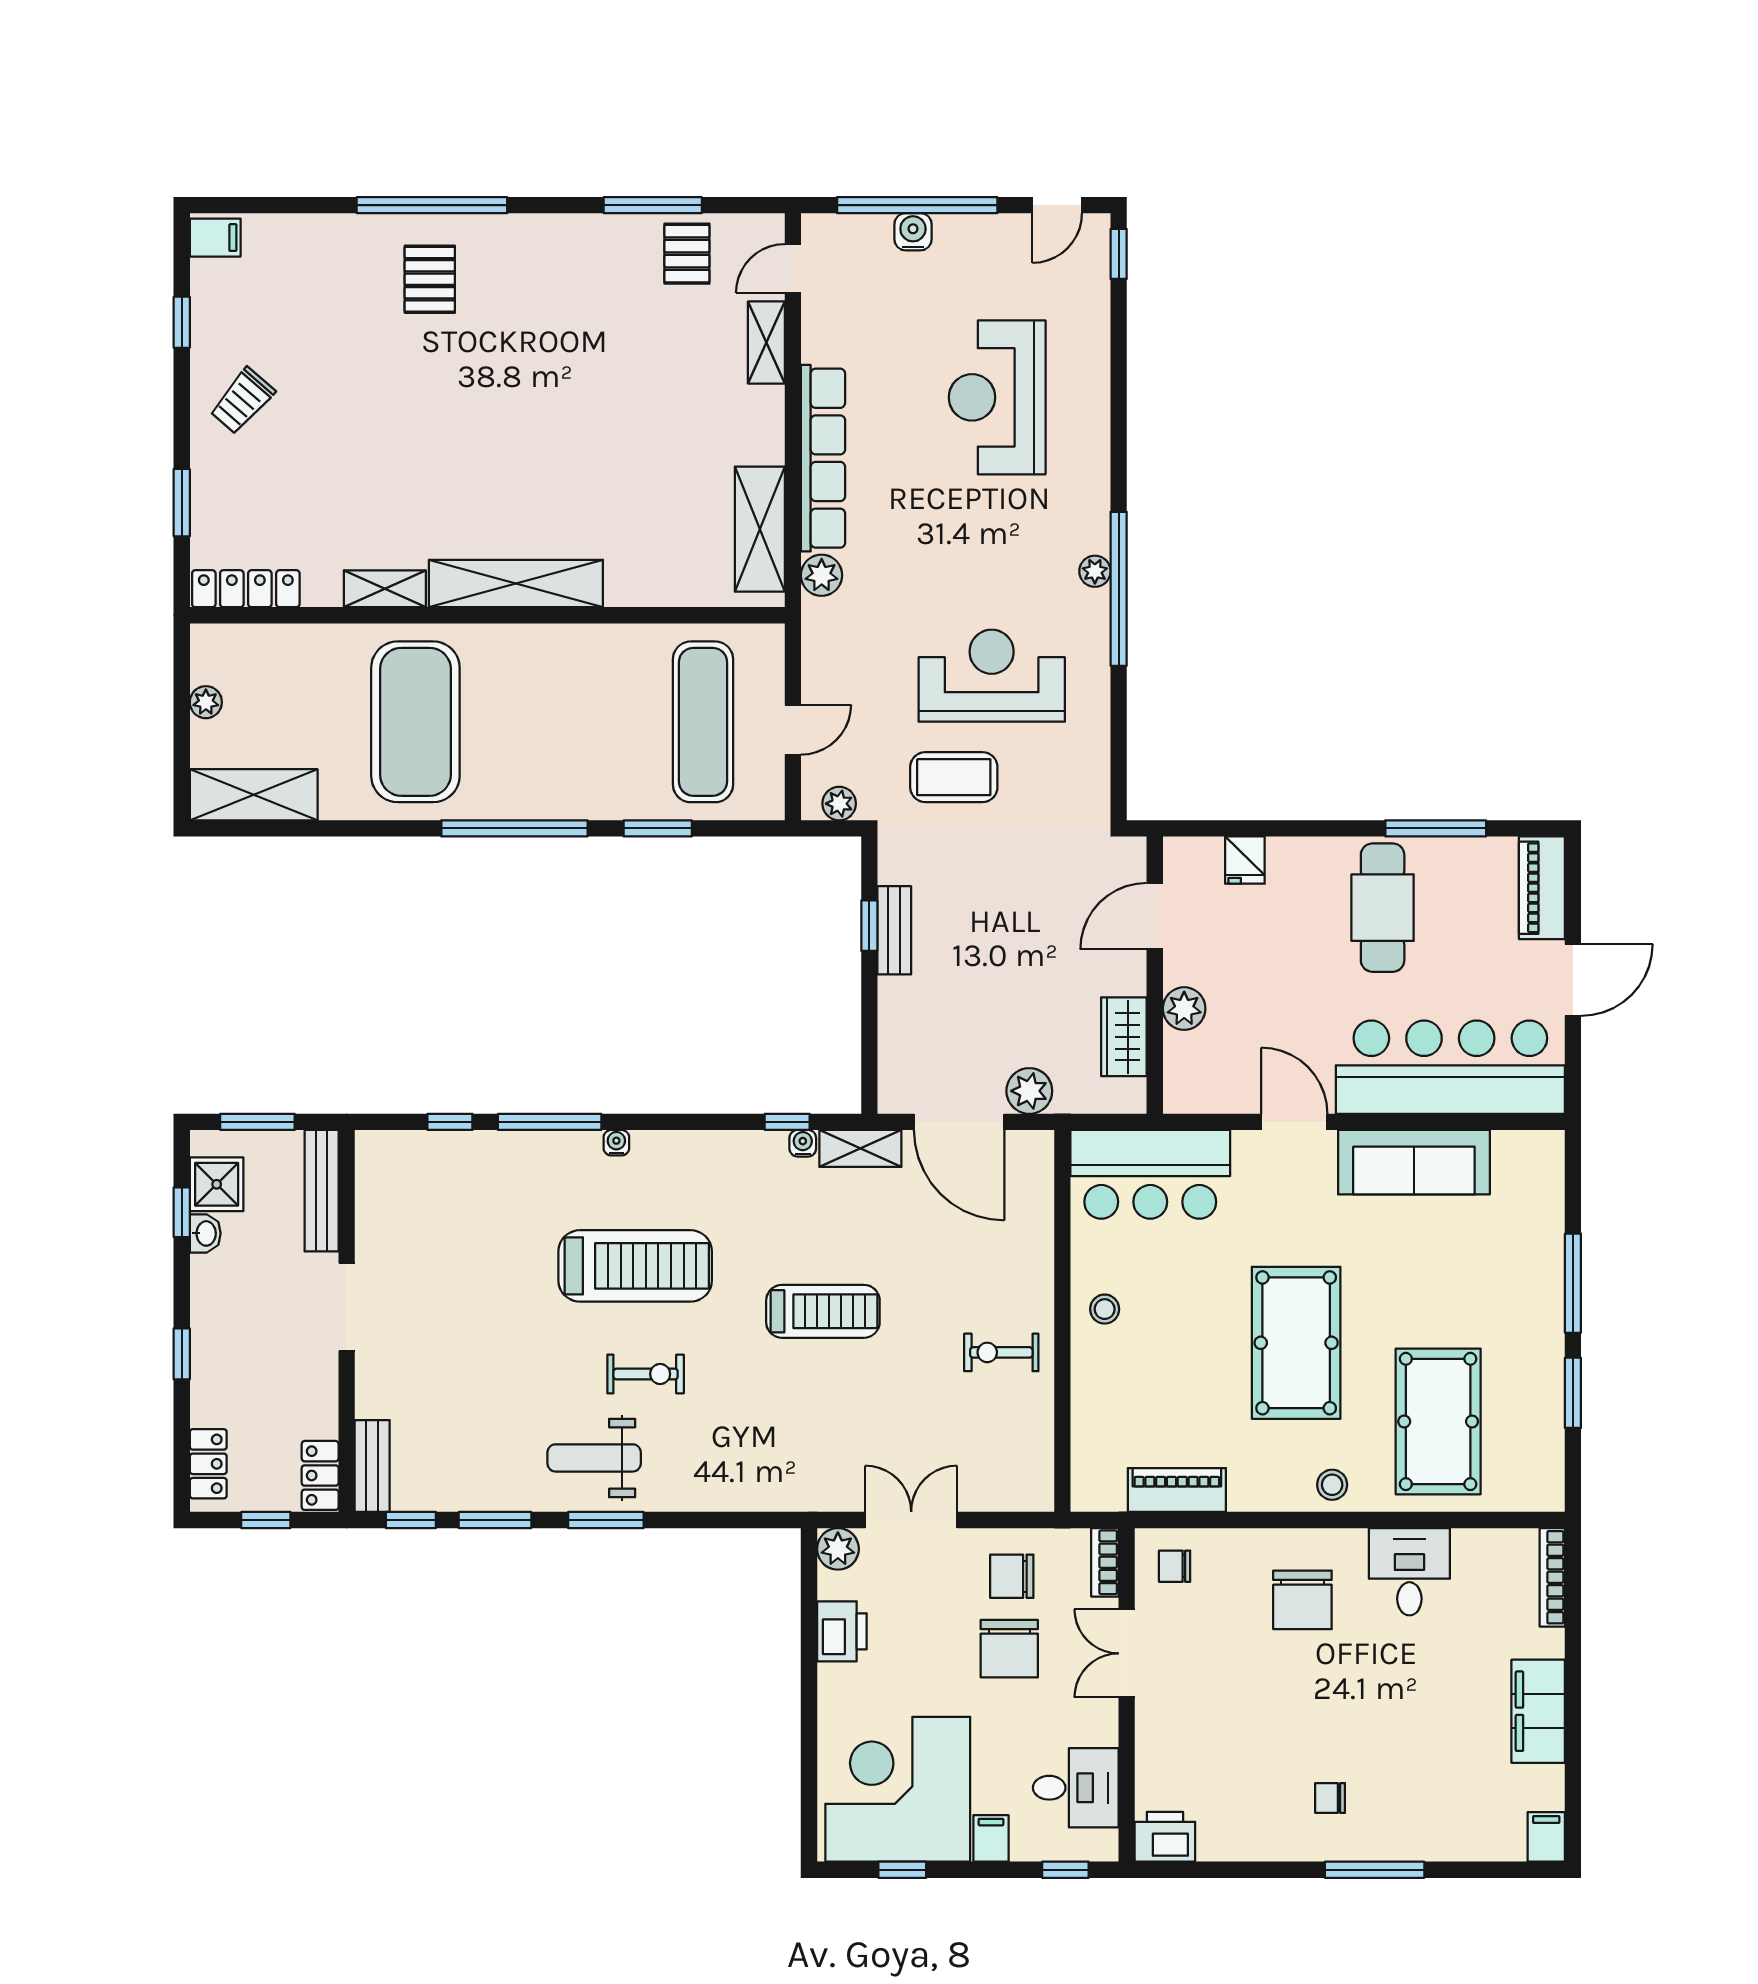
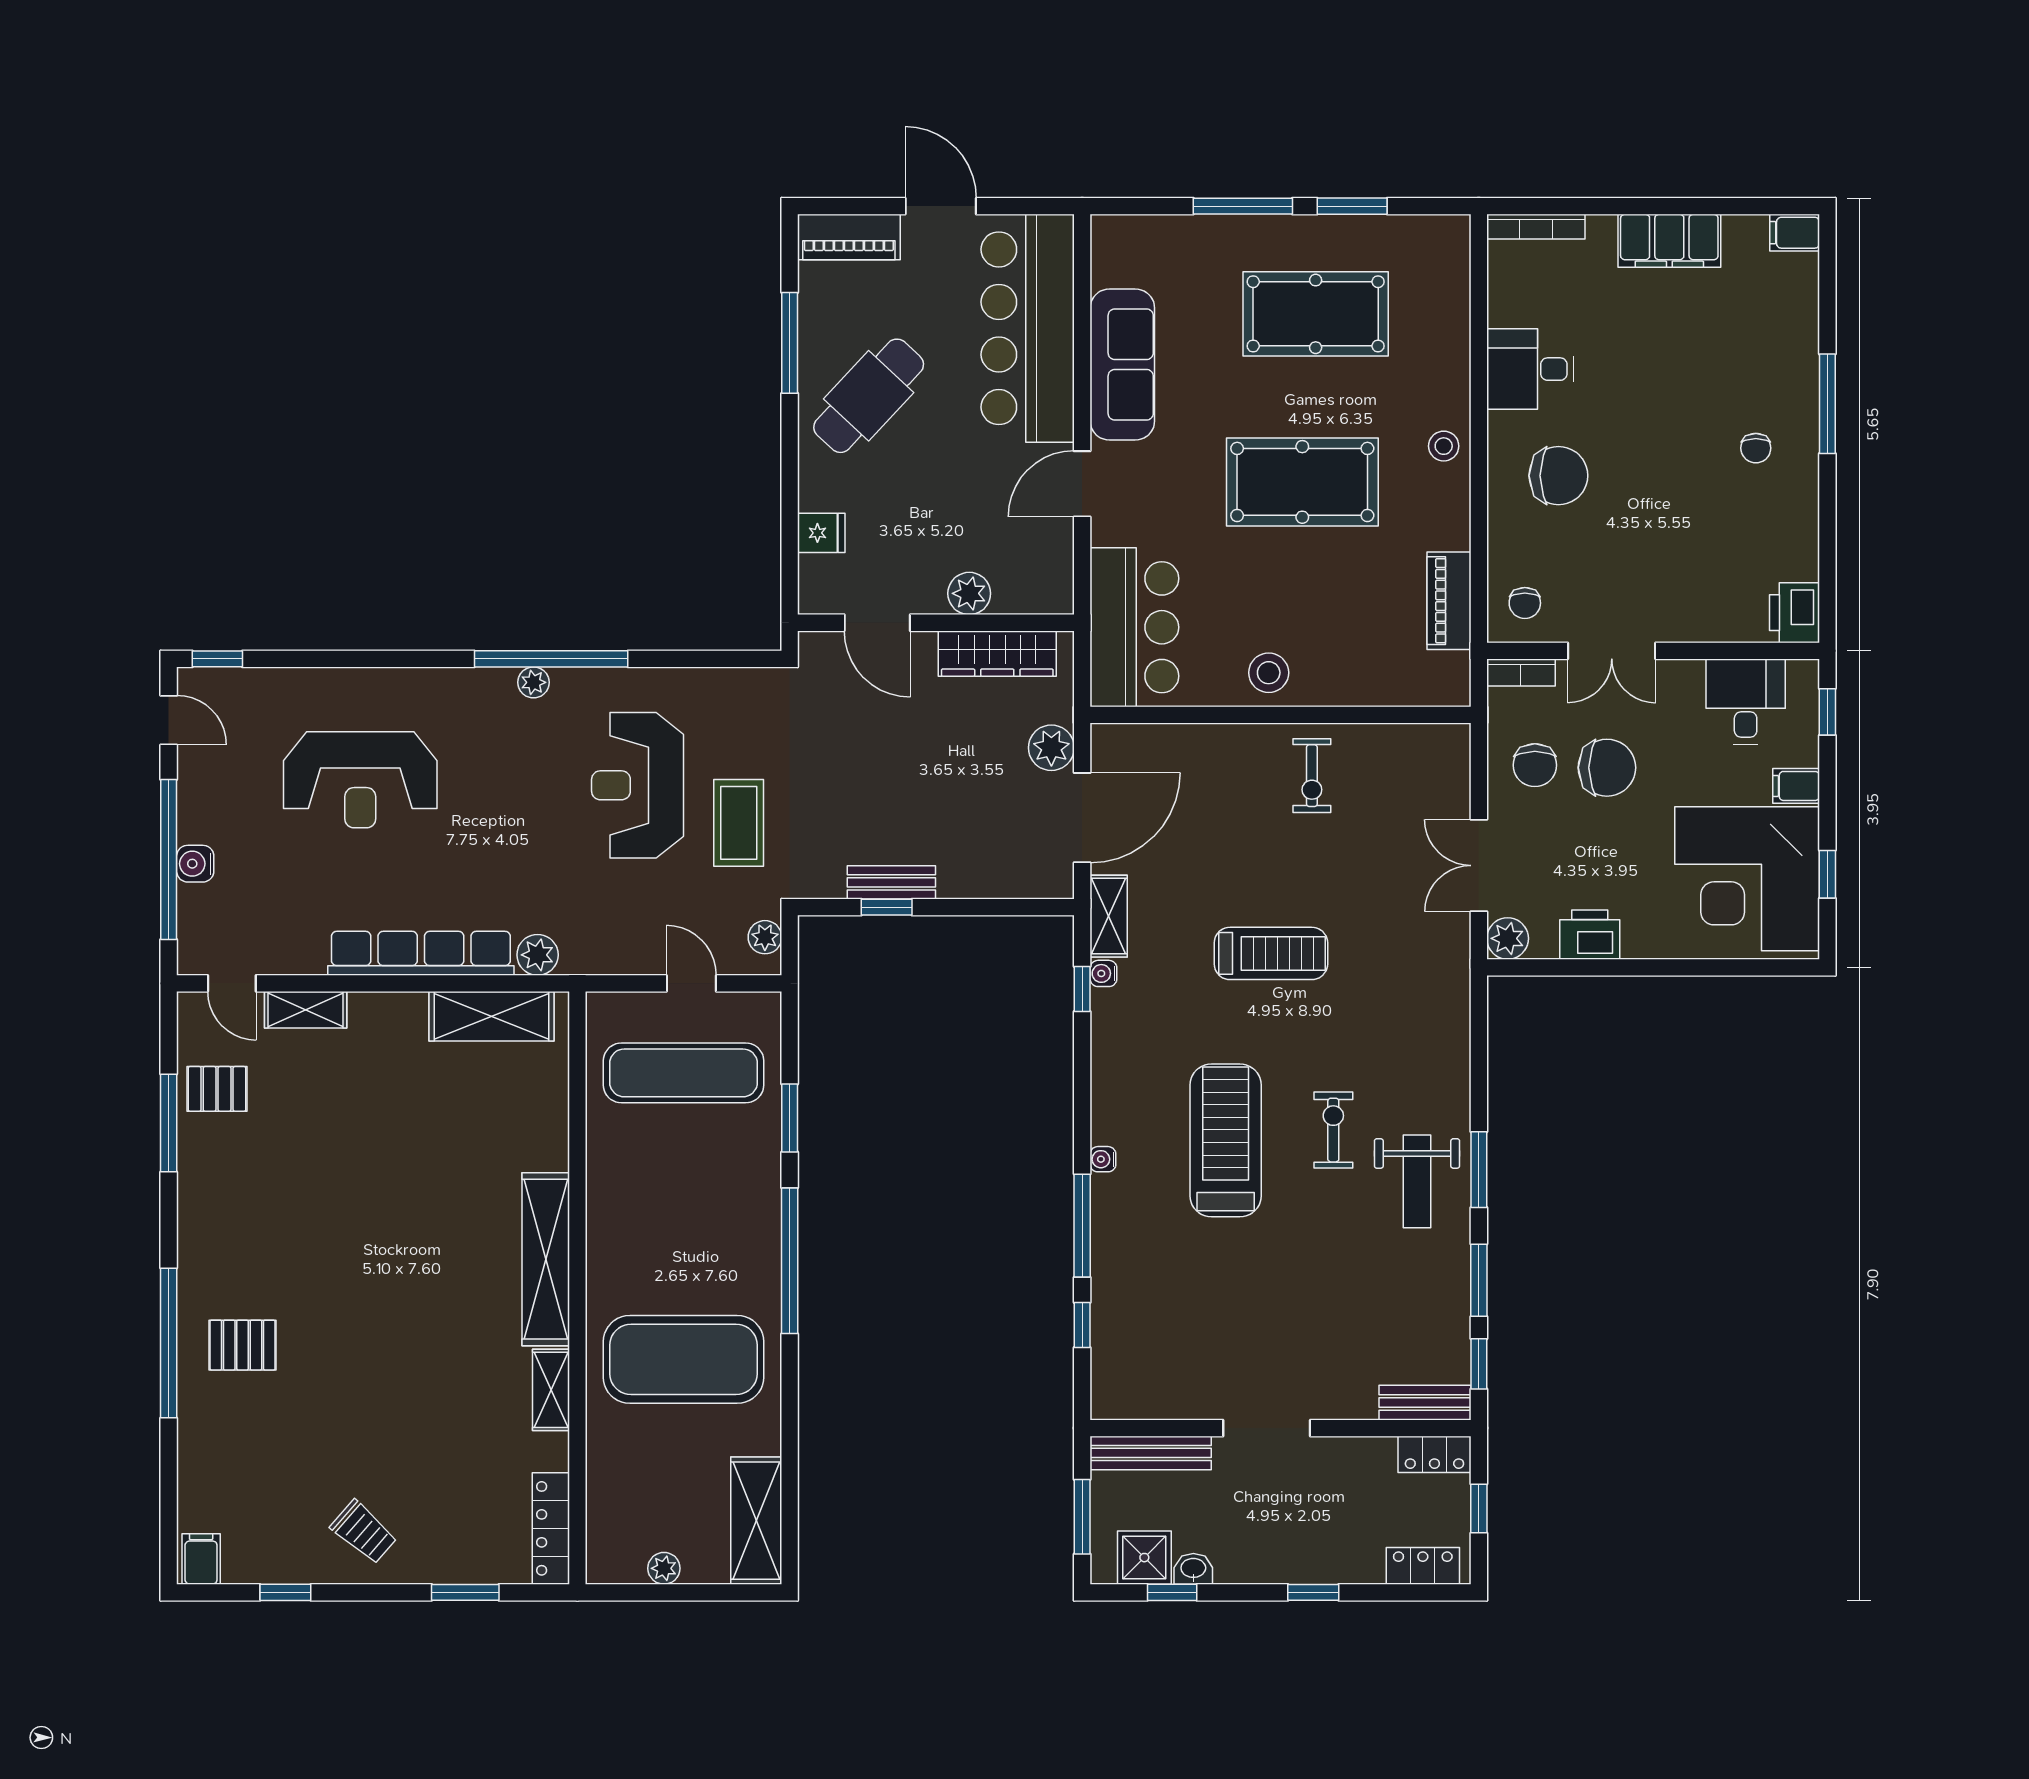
cafe table: (1383, 908) -> (869, 396), turned -47
wardrobe: (1124, 1037) -> (997, 654), width x1.50
stool: (1105, 1309) -> (1269, 673), width x1.37, depth x1.37
treadmill: (823, 1311) -> (1271, 953), turned 90
pool table: (1438, 1421) -> (1316, 314), moved

